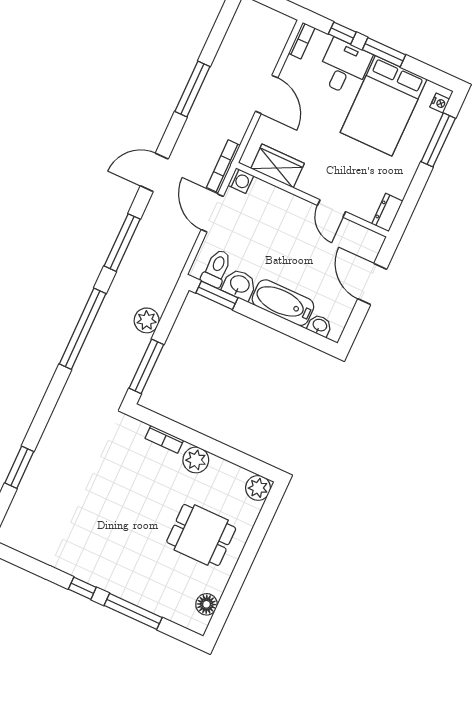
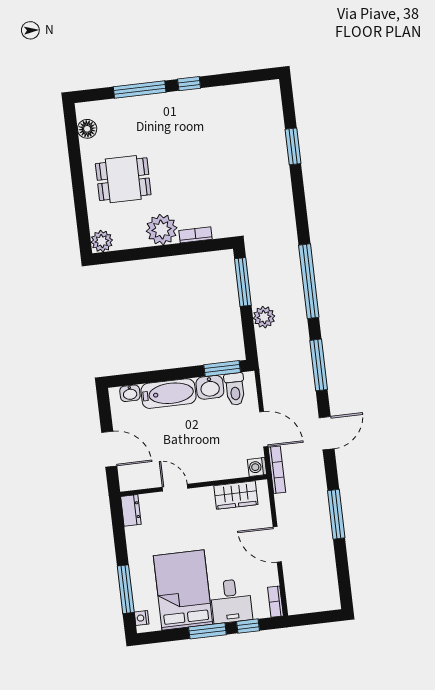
plant: (196, 460) -> (162, 230), width x1.36, depth x1.36

